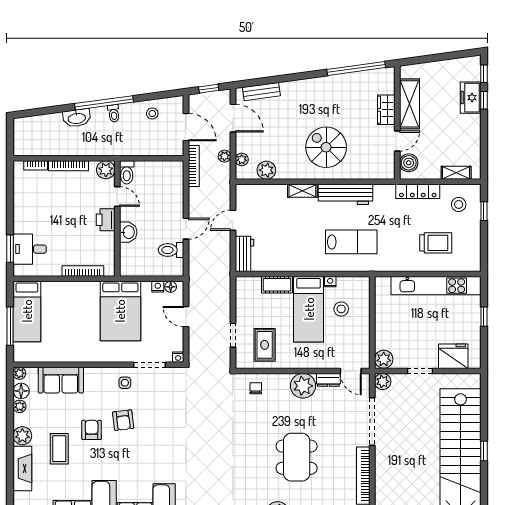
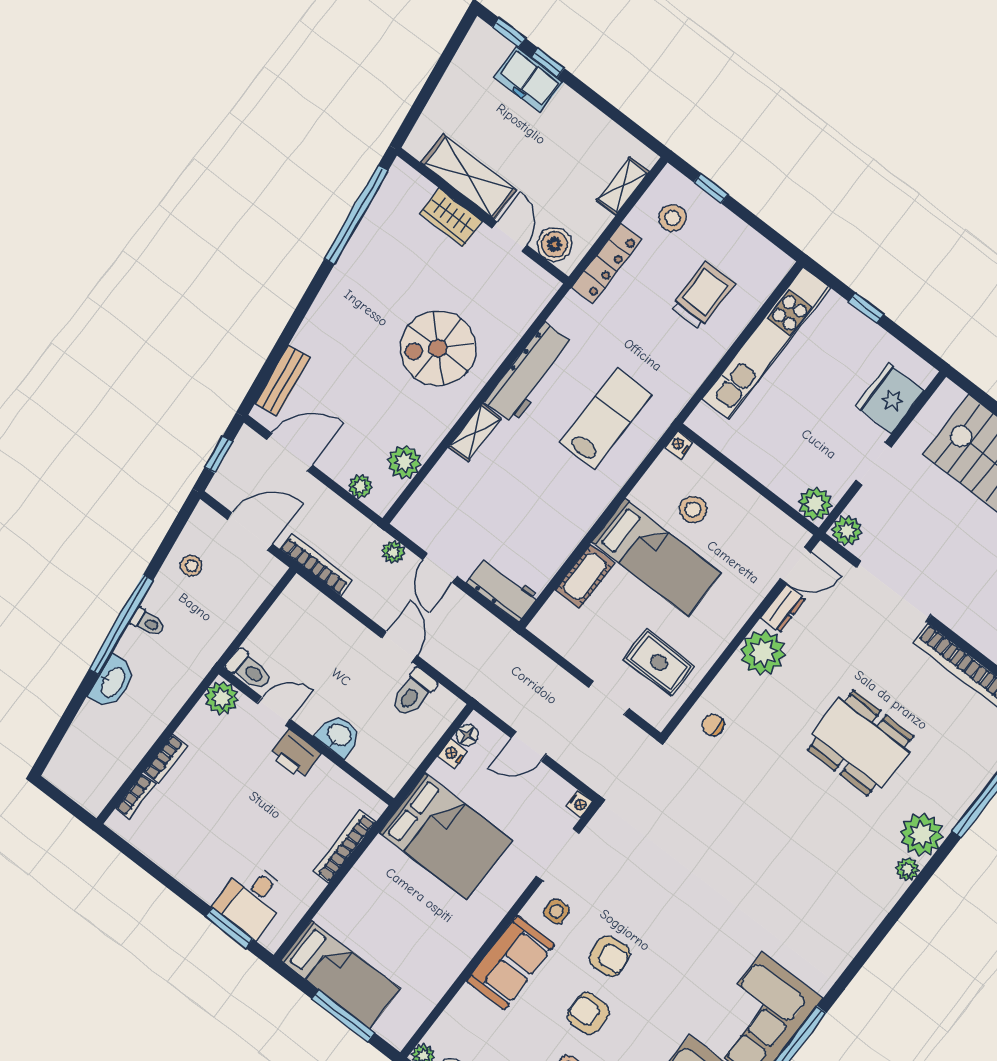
plant: (224, 156) -> (393, 552), moved
bookcase: (68, 166) -> (165, 759), width x0.64
nightstand: (330, 282) -> (679, 445), moved
sofa: (61, 380) -> (511, 963), moved

